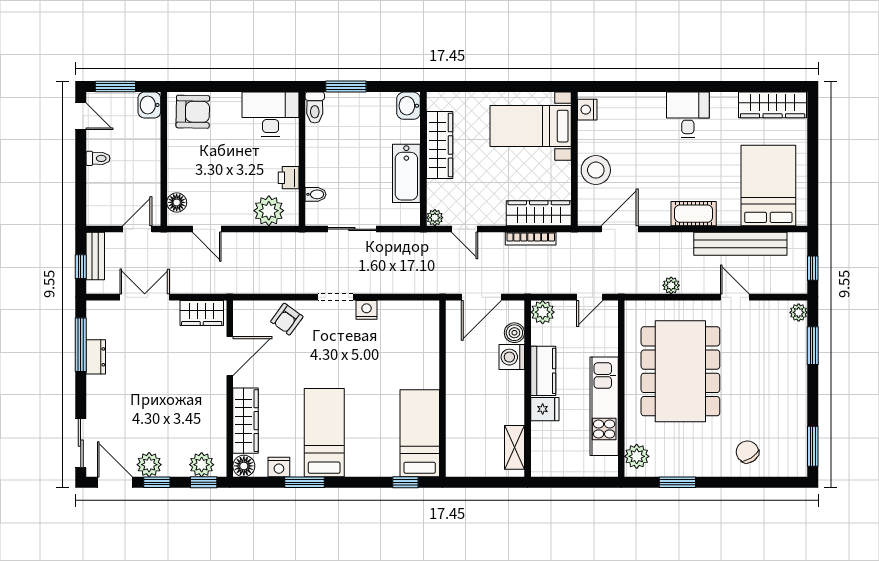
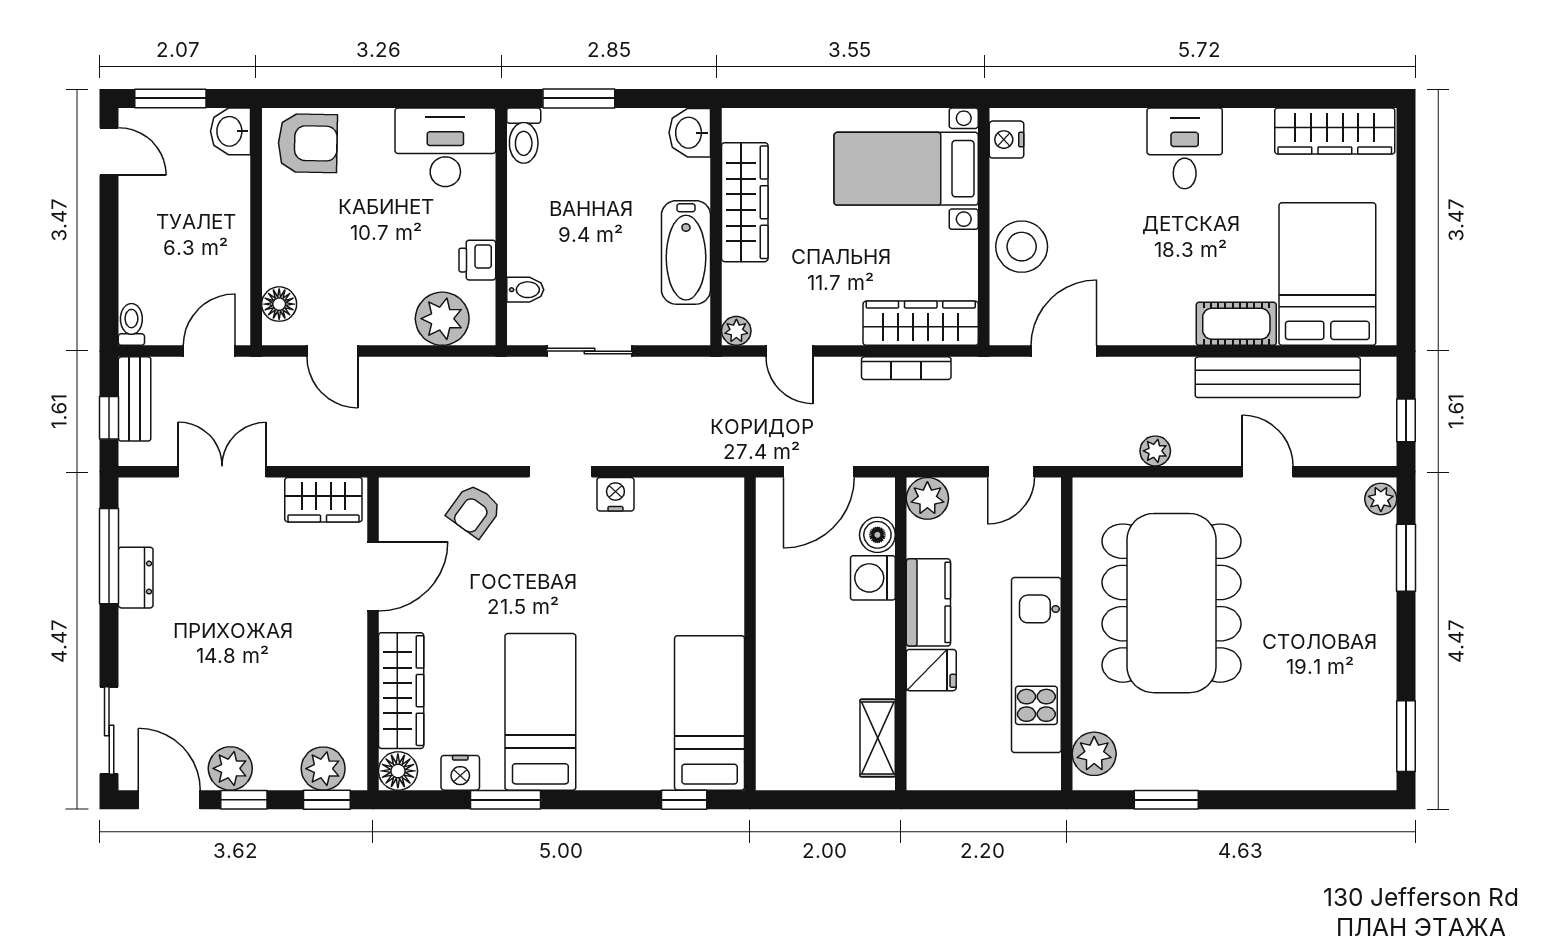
toilet: (98, 158) -> (131, 324), moved, turned -90
cot: (694, 214) -> (1236, 324), moved
chair: (747, 452) -> (1290, 746), removed

